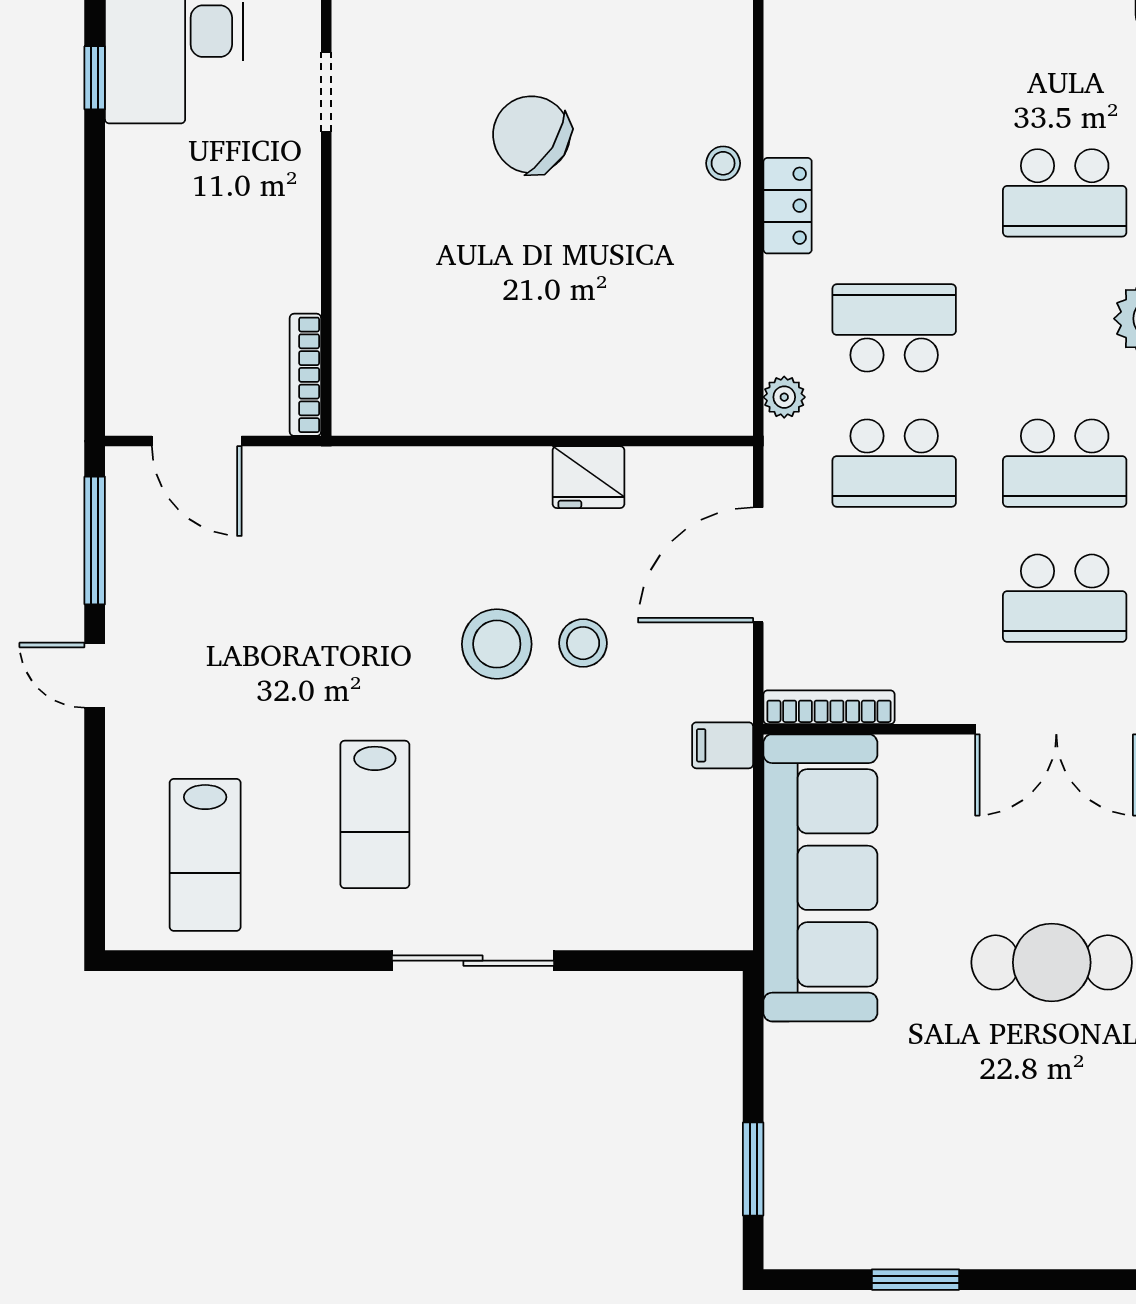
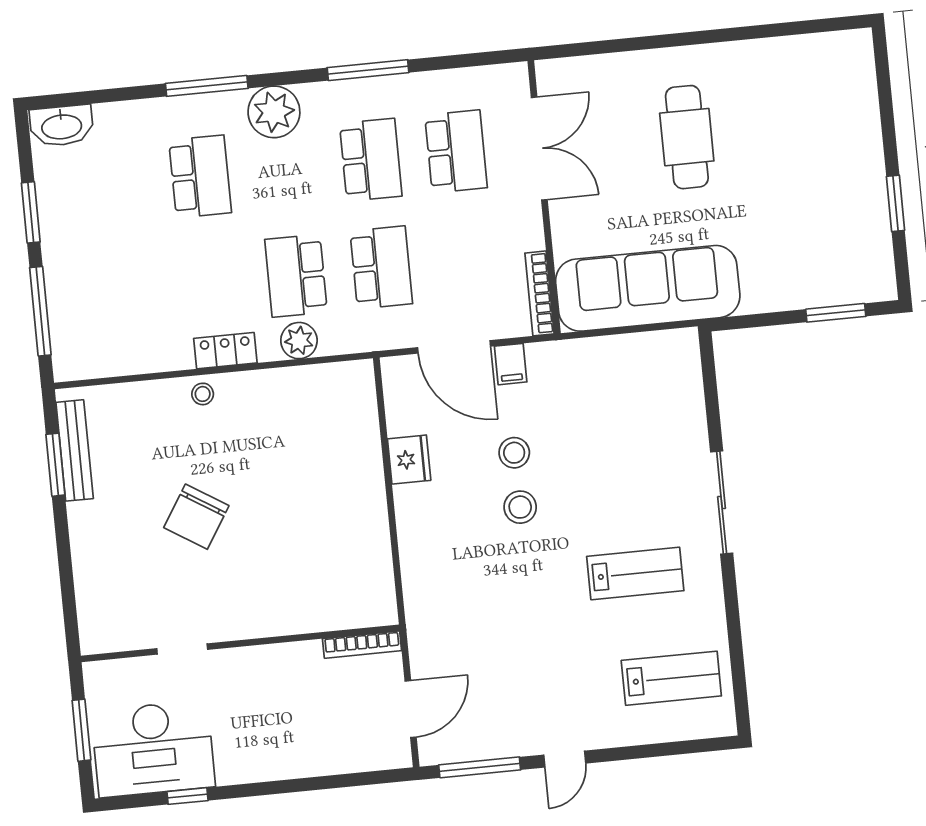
plant: (784, 397) -> (299, 341), moved, width x1.38, depth x1.38
stool: (497, 644) -> (520, 507), width x0.73, depth x0.73
filing cabinet: (723, 745) -> (511, 364), moved

